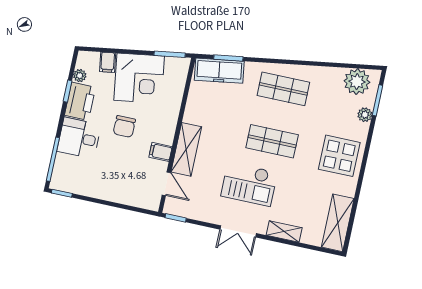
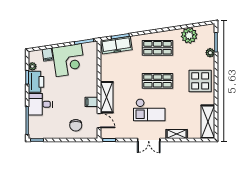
plant: (357, 82) -> (189, 35), moved
chair: (124, 126) -> (76, 125), moved

